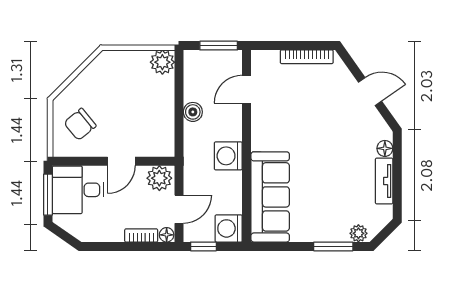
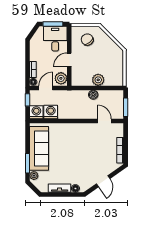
plant: (162, 62) -> (98, 80), moved
washing machine: (228, 156) -> (51, 112), moved
door: (121, 161) -> (69, 60), hinge flipped
sofa: (270, 197) -> (39, 148), moved, turned -90
door: (179, 209) -> (46, 88), swing flipped

